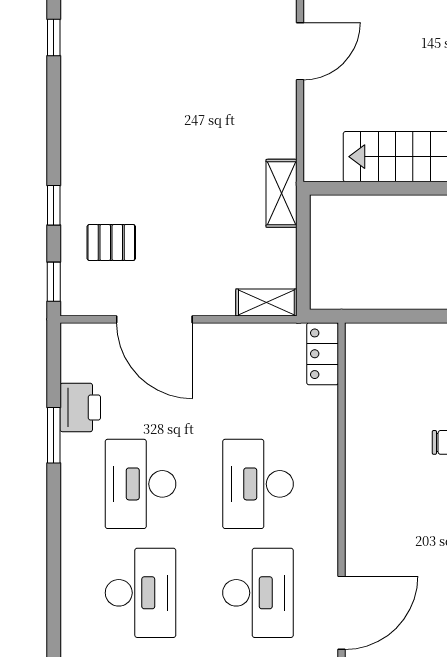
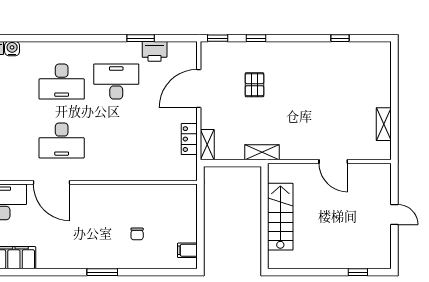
pallet: (111, 242) -> (254, 85), moved
locker: (323, 354) -> (189, 139), moved, turned -90
desk: (258, 484) -> (116, 140), removed

